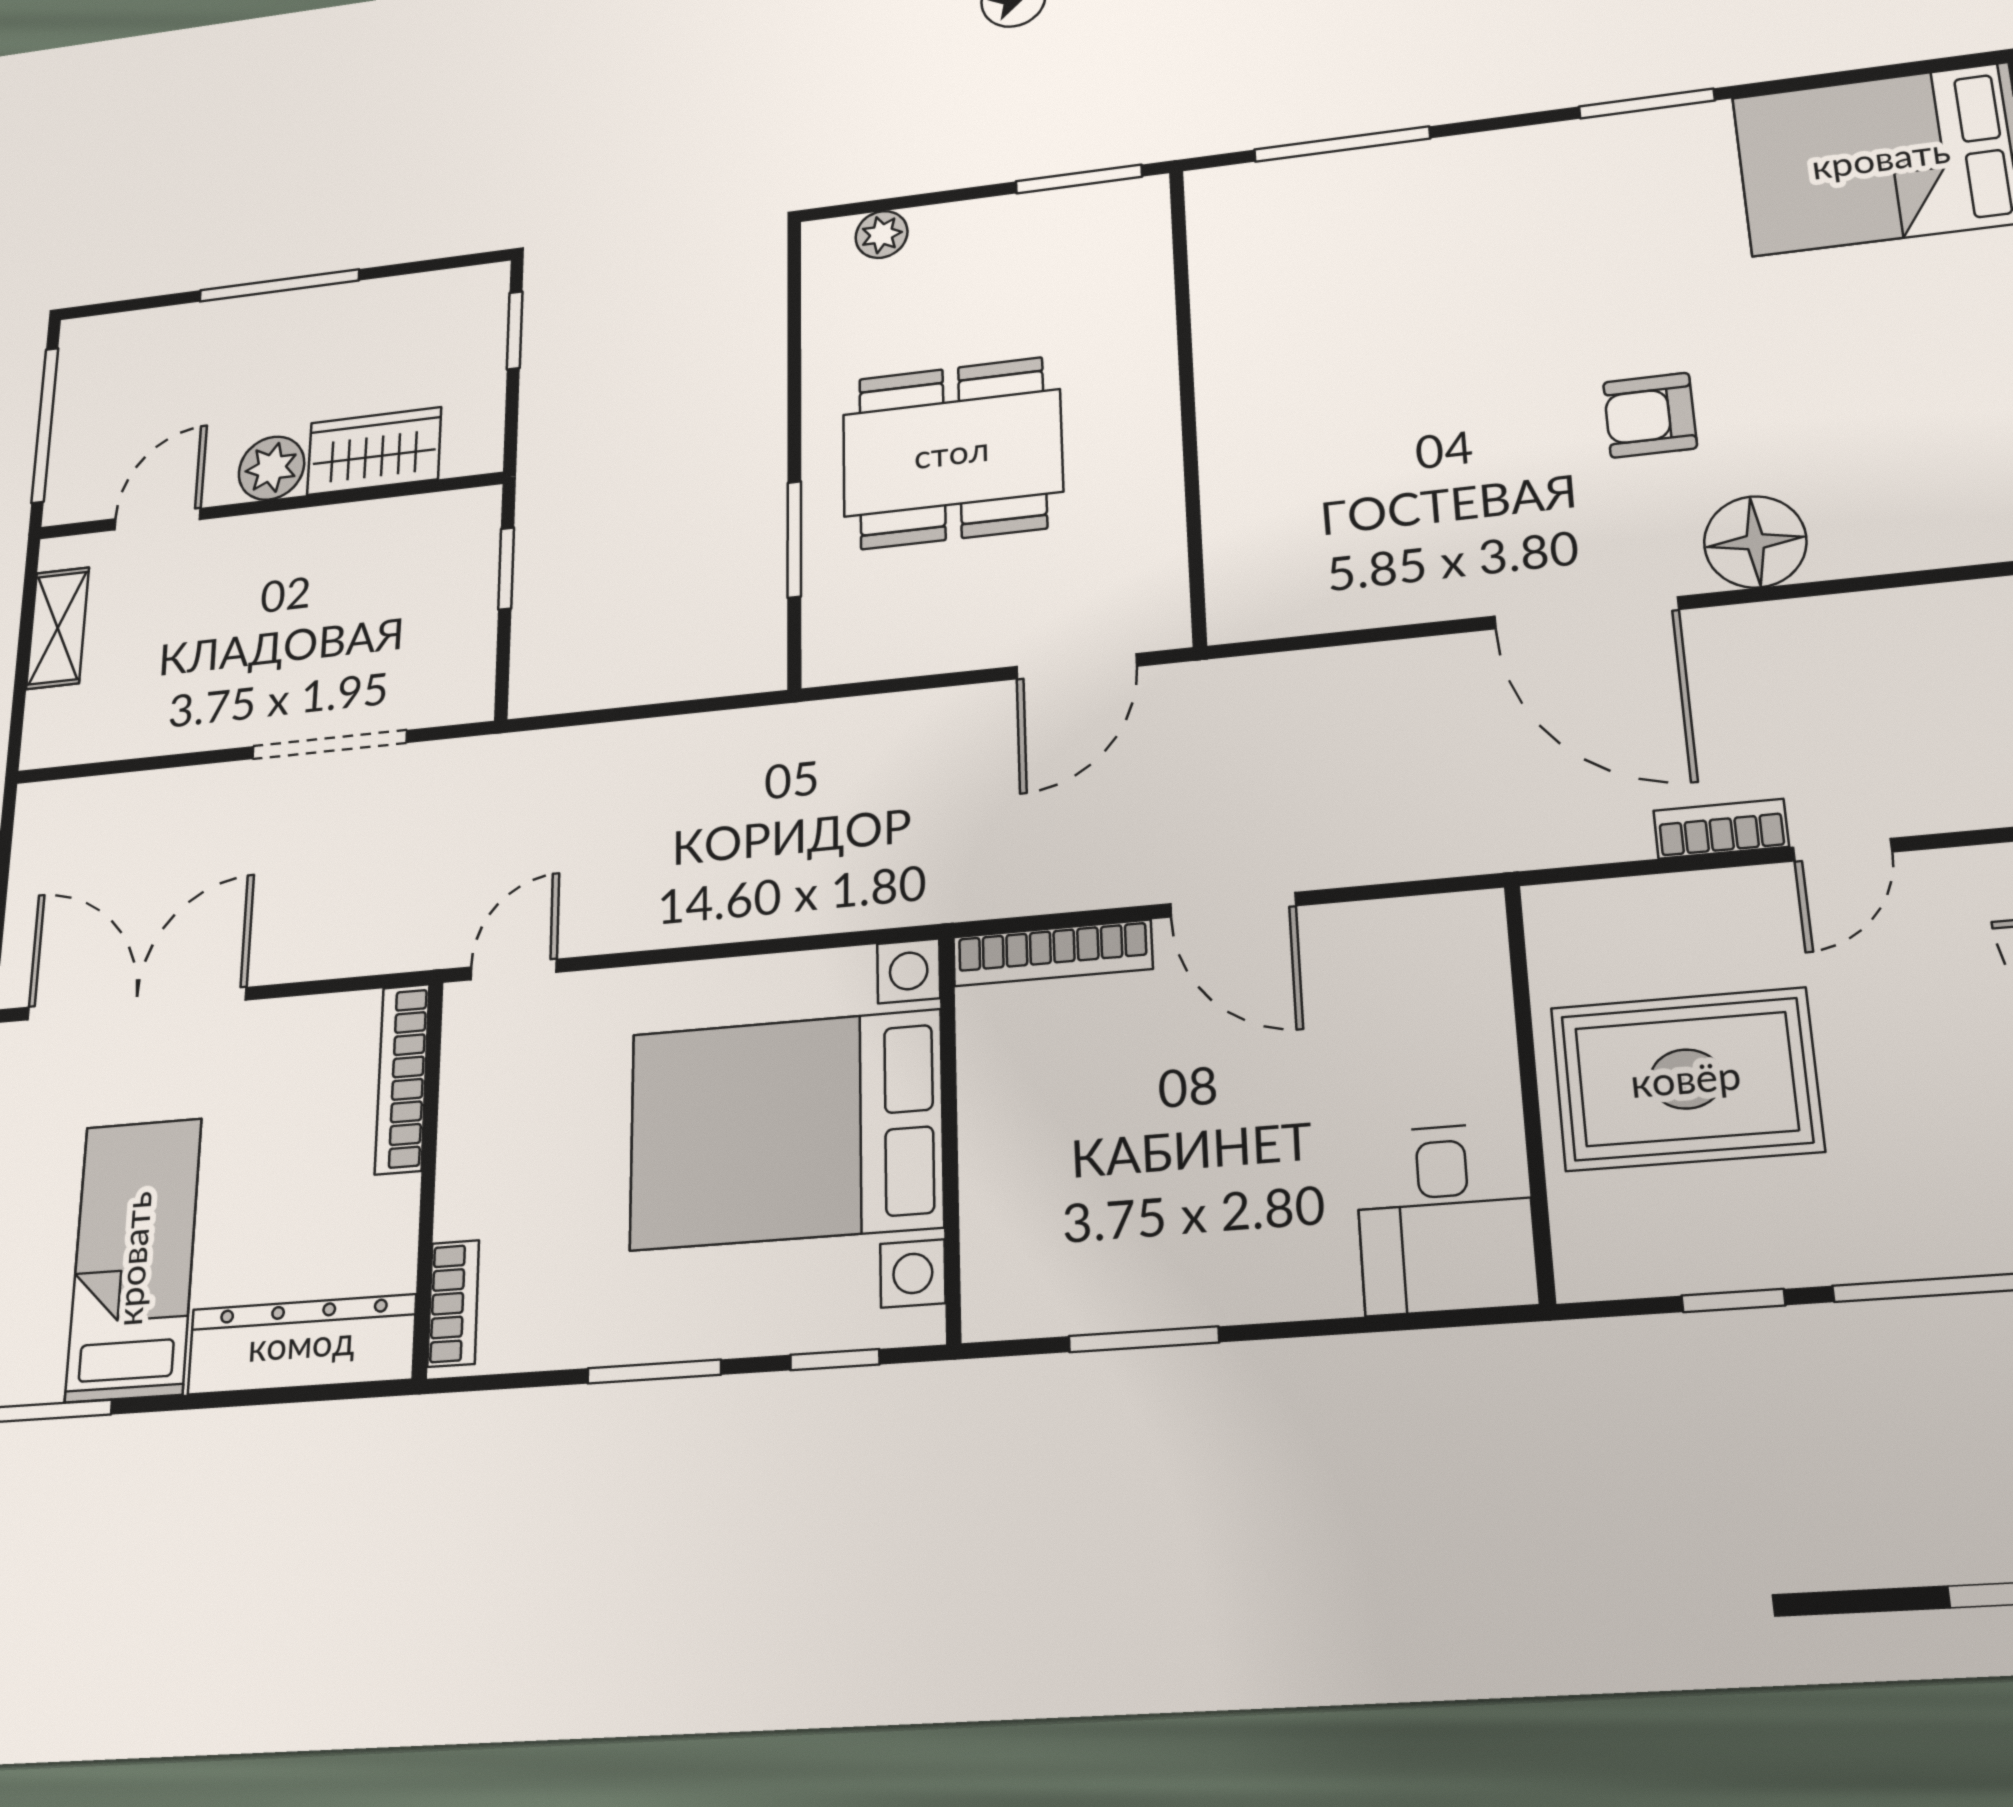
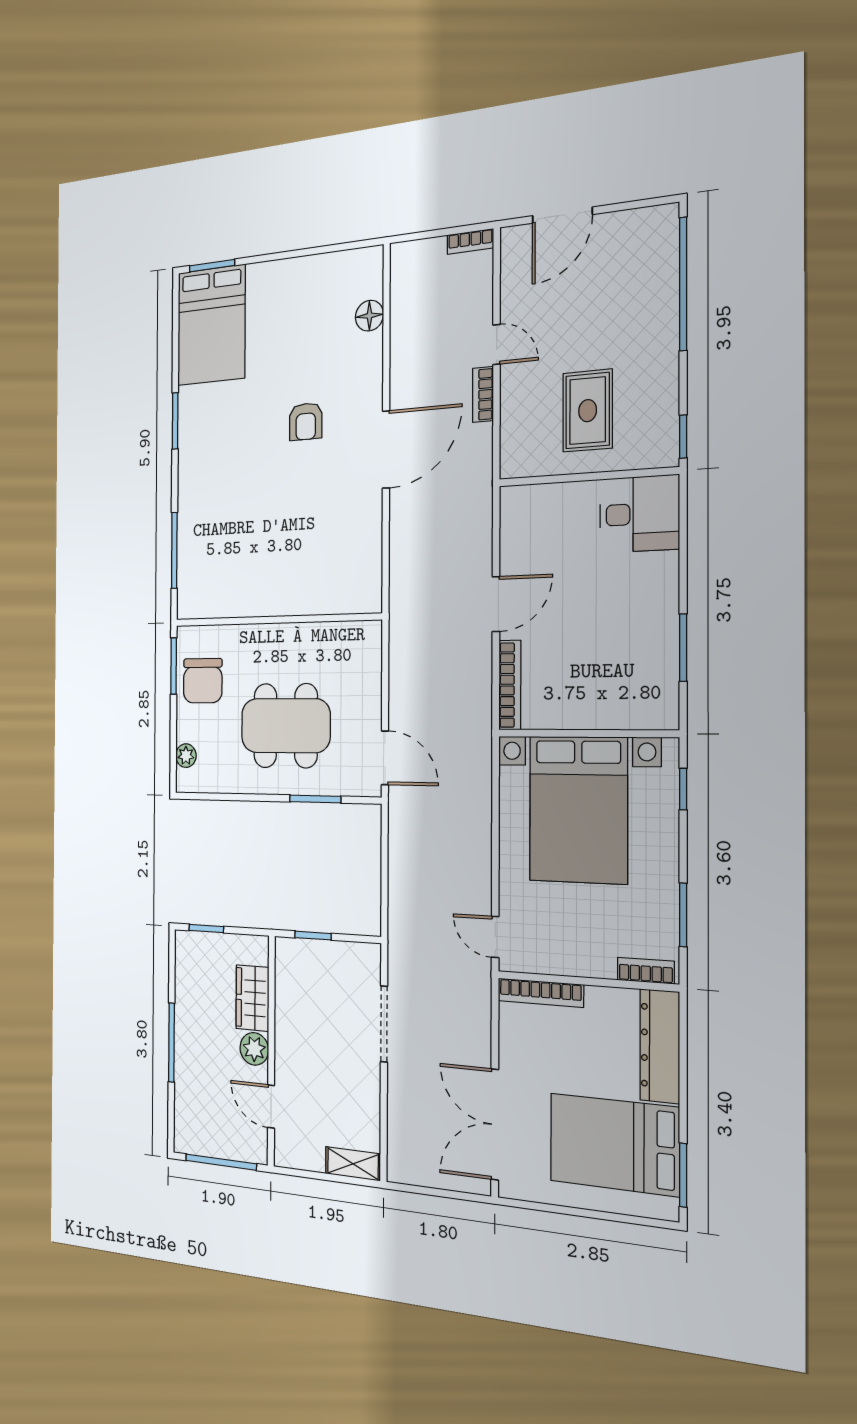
chair: (1047, 251) -> (203, 681), added
dining table: (952, 453) -> (286, 726), turned 90
floor lamp: (1755, 542) -> (369, 316), moved, width x0.73, depth x0.73
shelving: (58, 628) -> (353, 1164), moved
door: (1077, 666) -> (385, 758), moved
rug: (1686, 1079) -> (588, 411), width x0.73, depth x0.70
bed: (134, 1259) -> (614, 1144), width x1.50
window: (1733, 1301) -> (683, 437), moved
window: (654, 1371) -> (683, 915), moved

